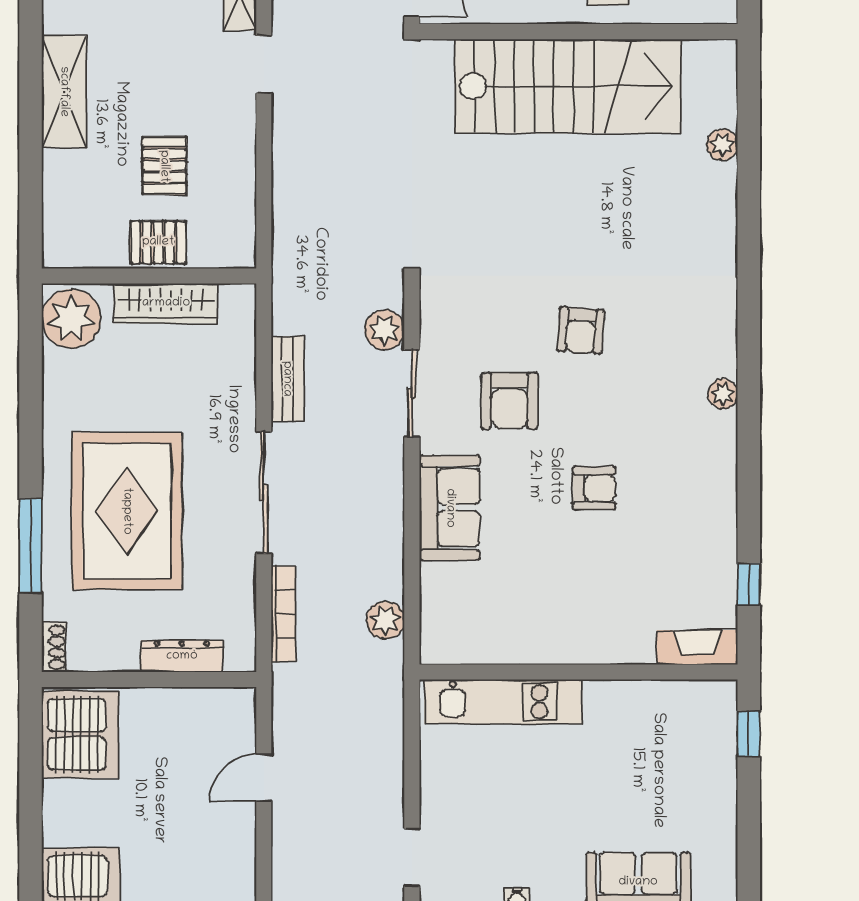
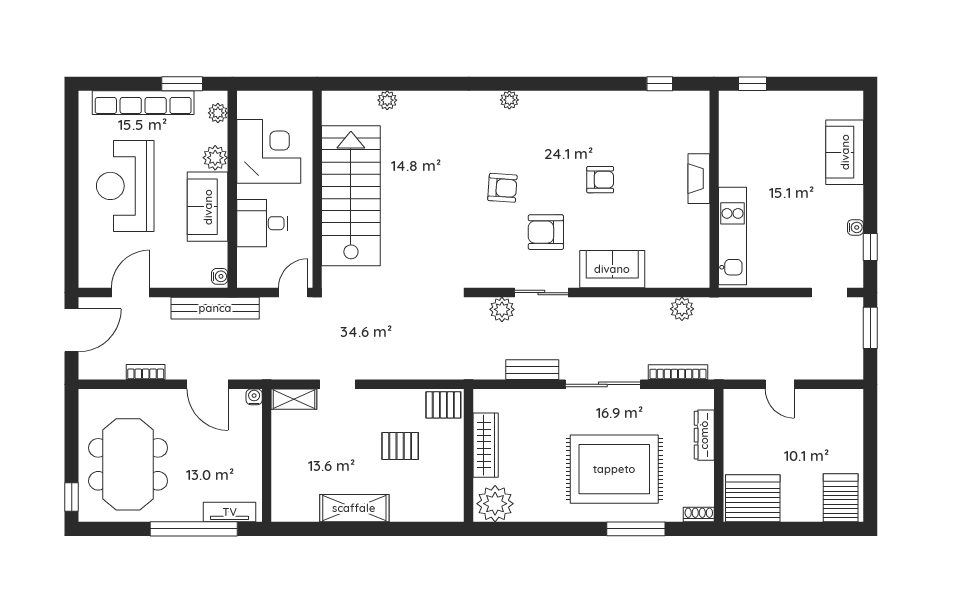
pallet: (158, 242) -> (443, 405), moved, turned 90
plant: (723, 394) -> (509, 100), moved
armchair: (509, 401) -> (546, 232), turned 180
armchair: (594, 488) -> (600, 180), turned 90
fireplace: (697, 647) -> (699, 179), moved

